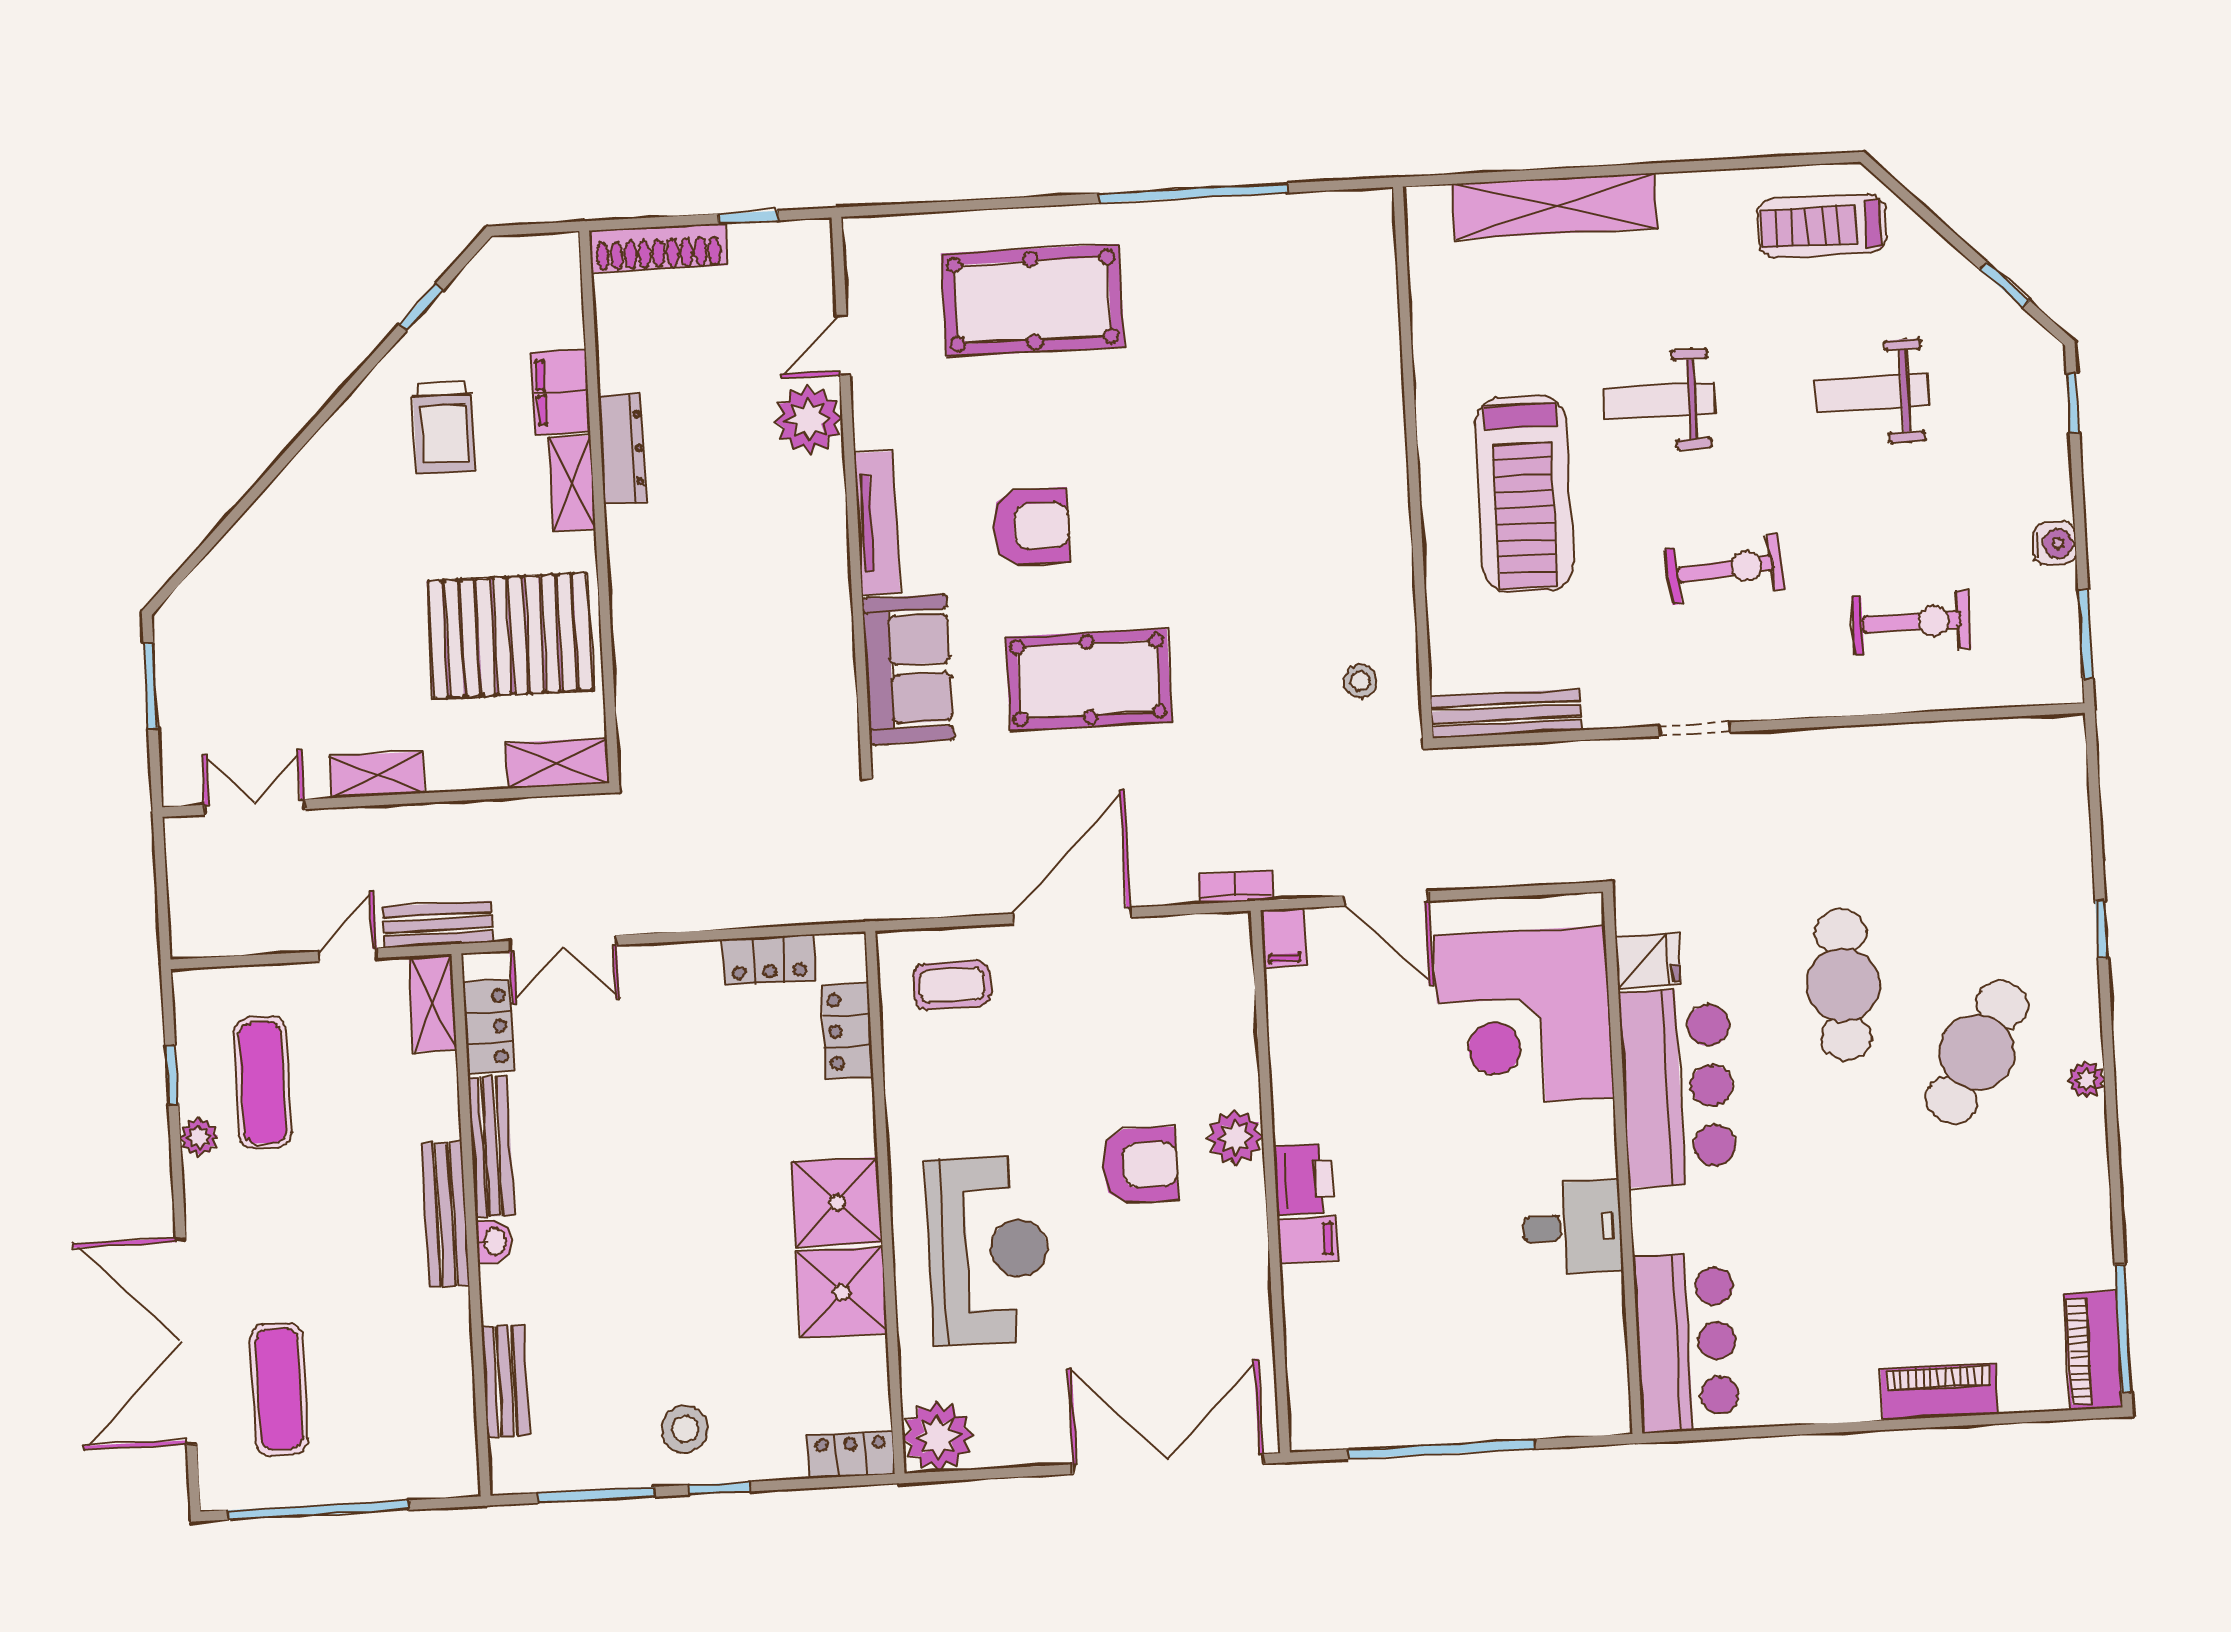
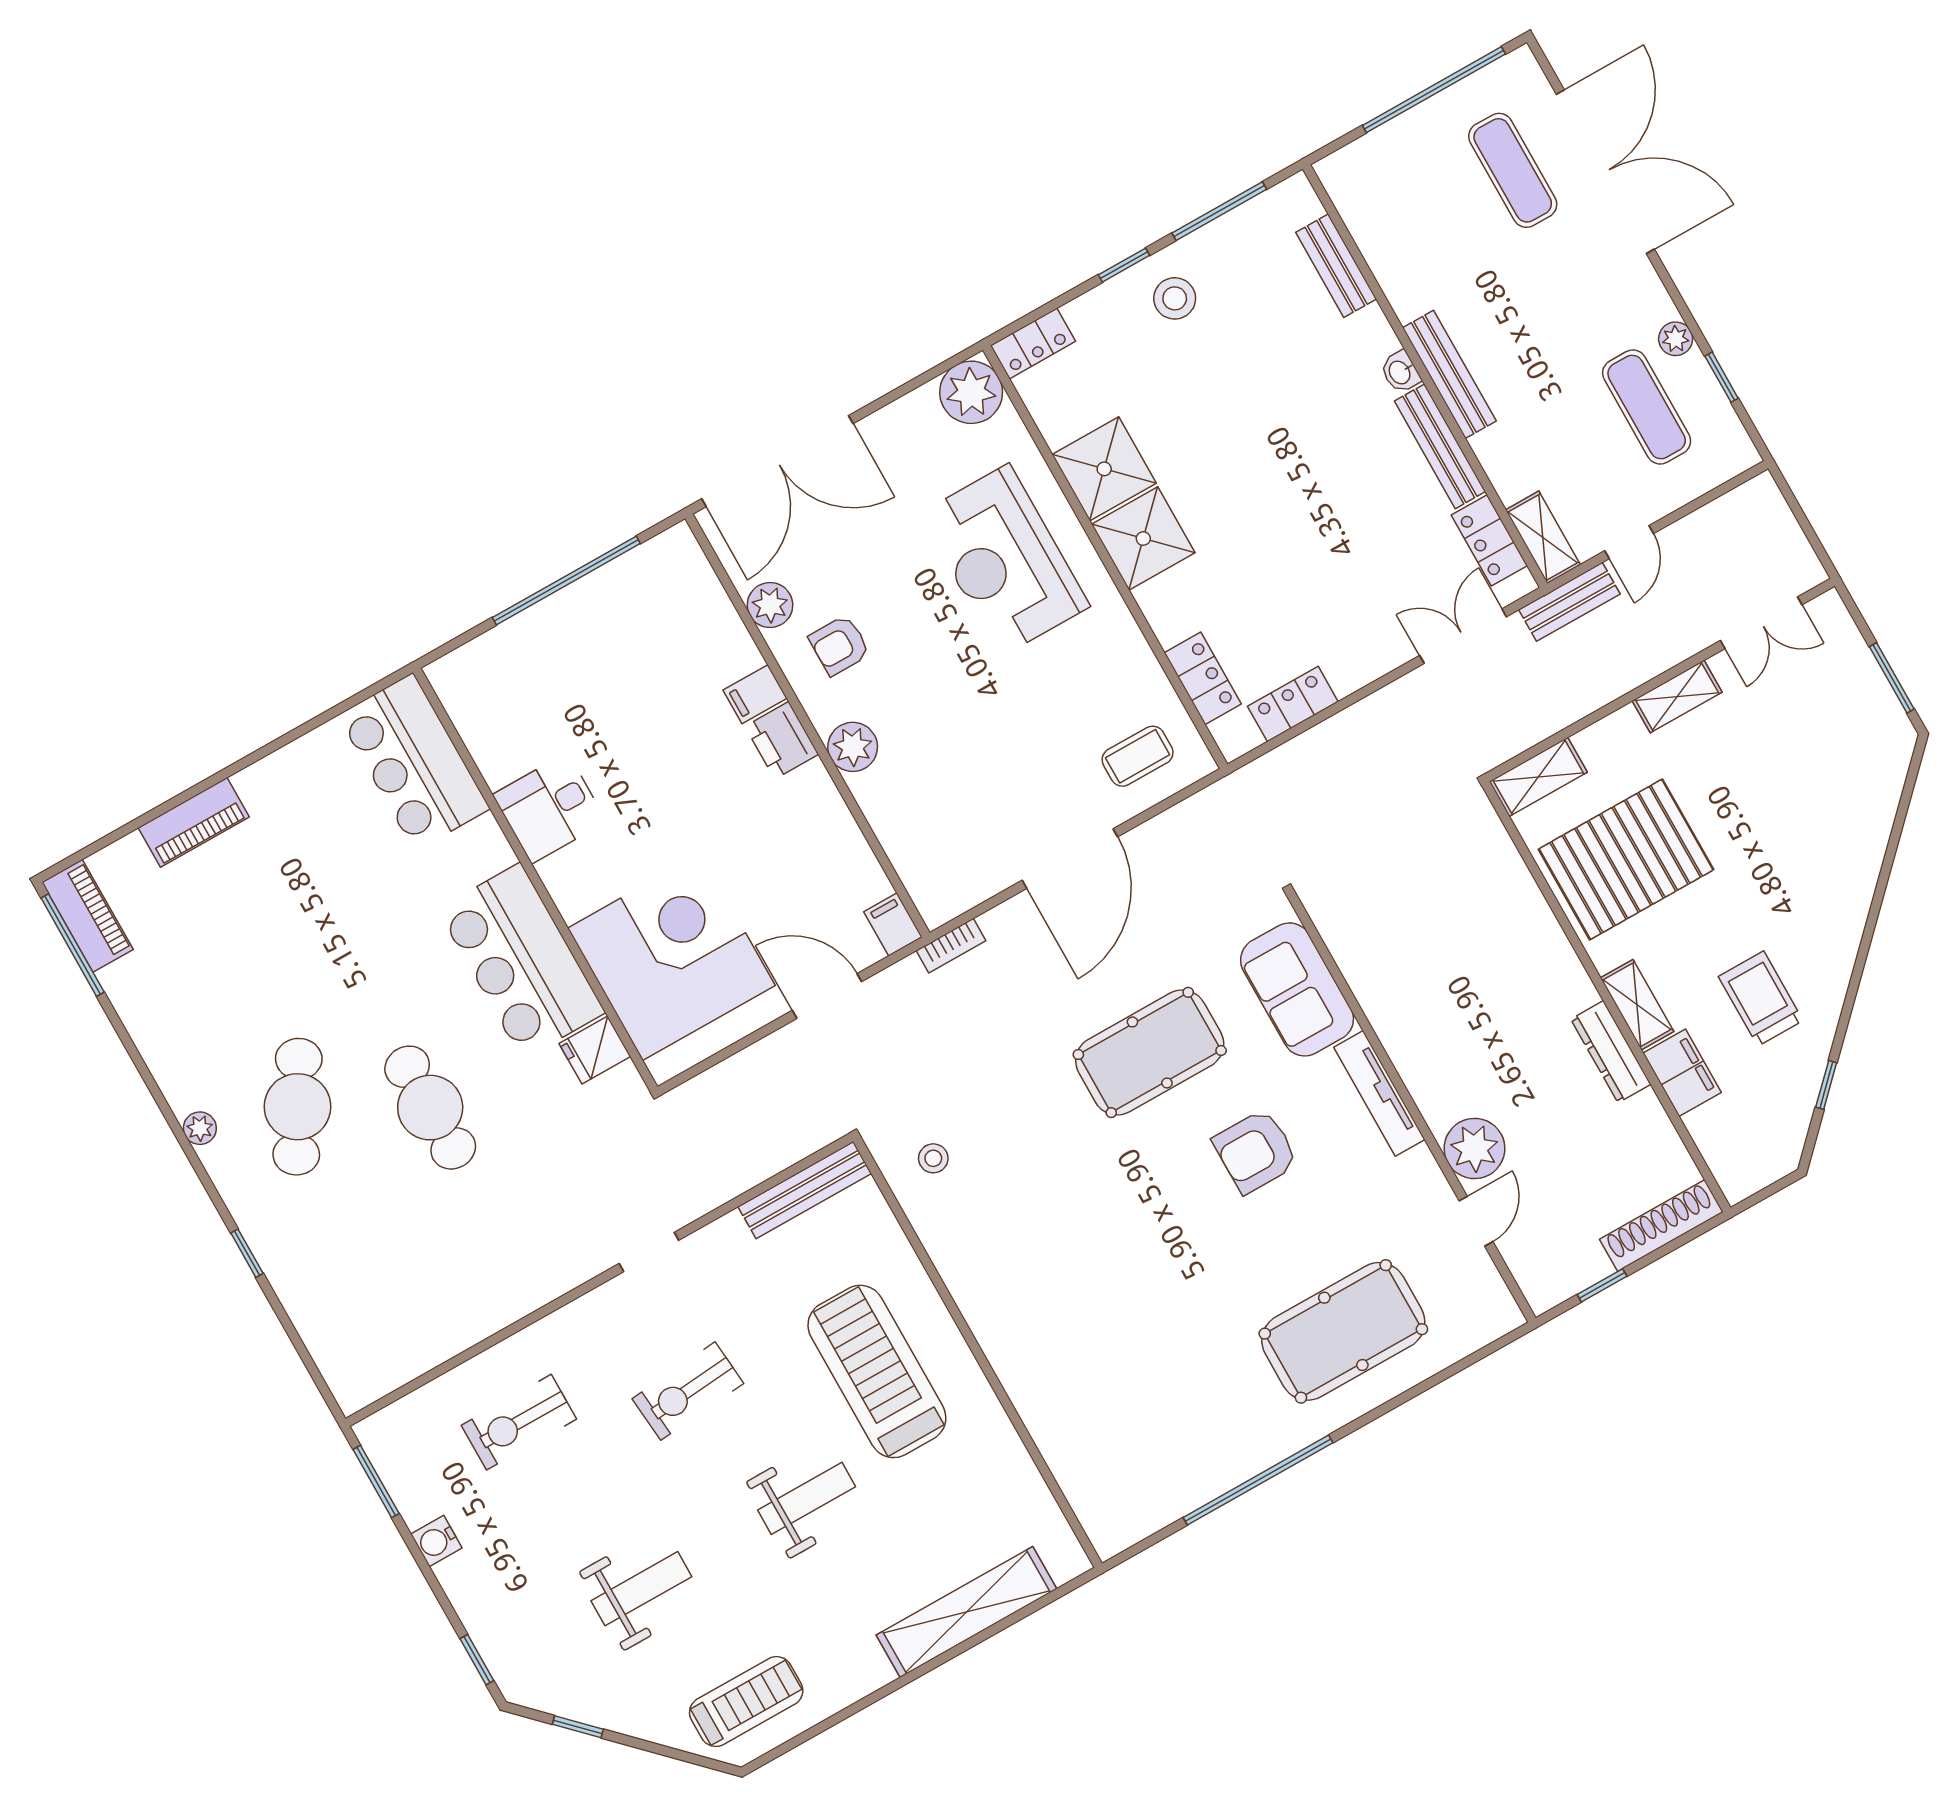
armchair: (1139, 1165) -> (839, 645), moved, width x0.72, depth x0.72
plant: (1248, 1322) -> (770, 605), added

